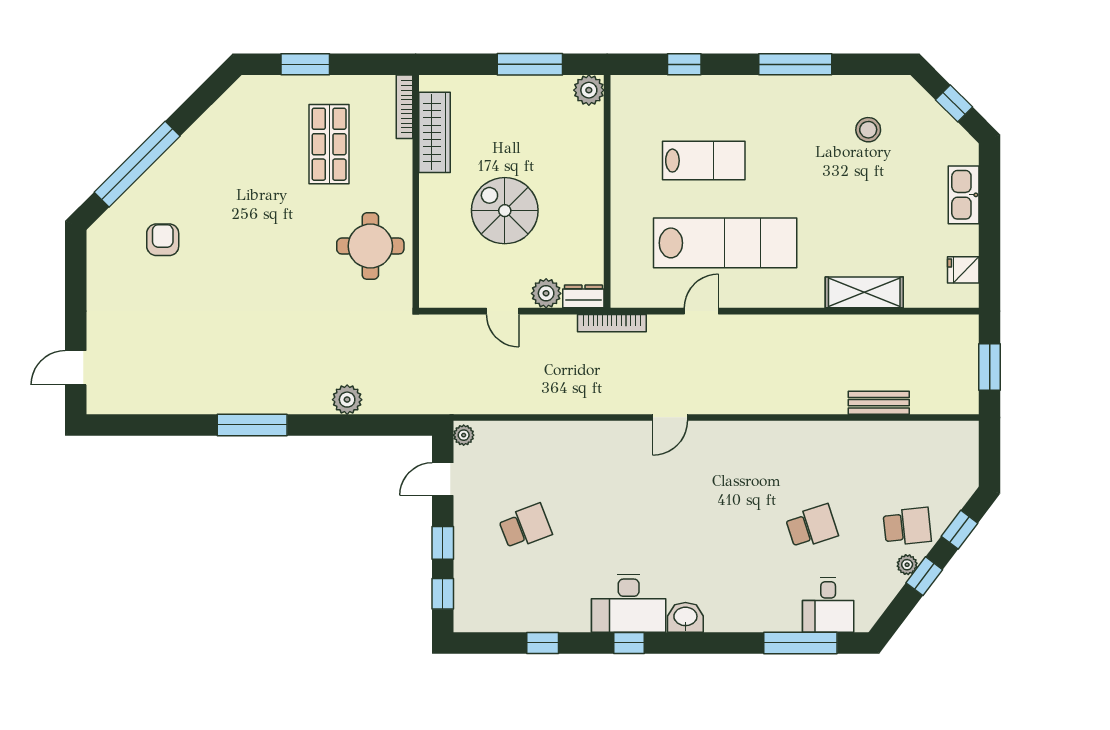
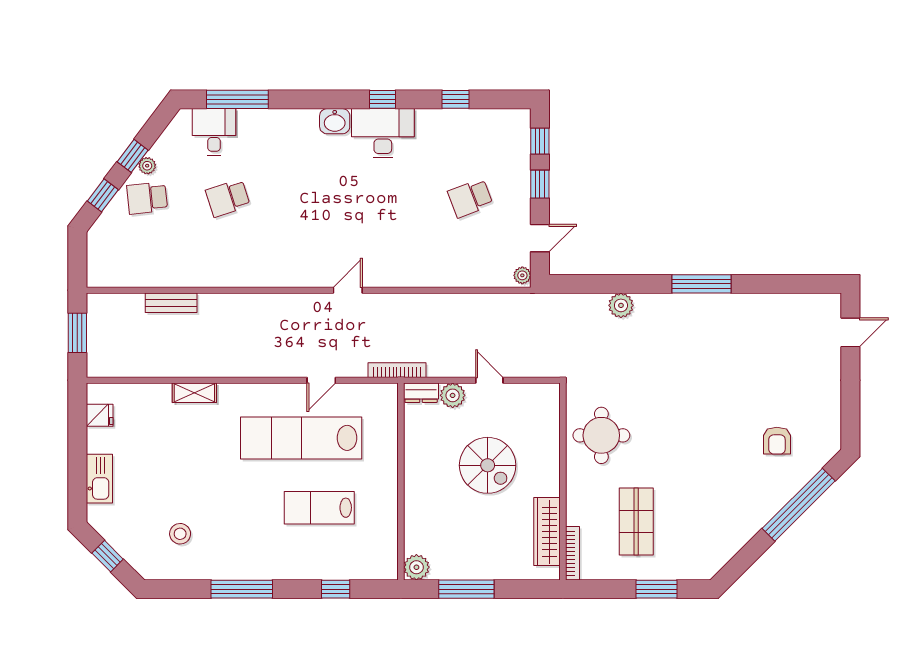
shelving: (864, 292) -> (194, 393), width x0.67, depth x0.75

